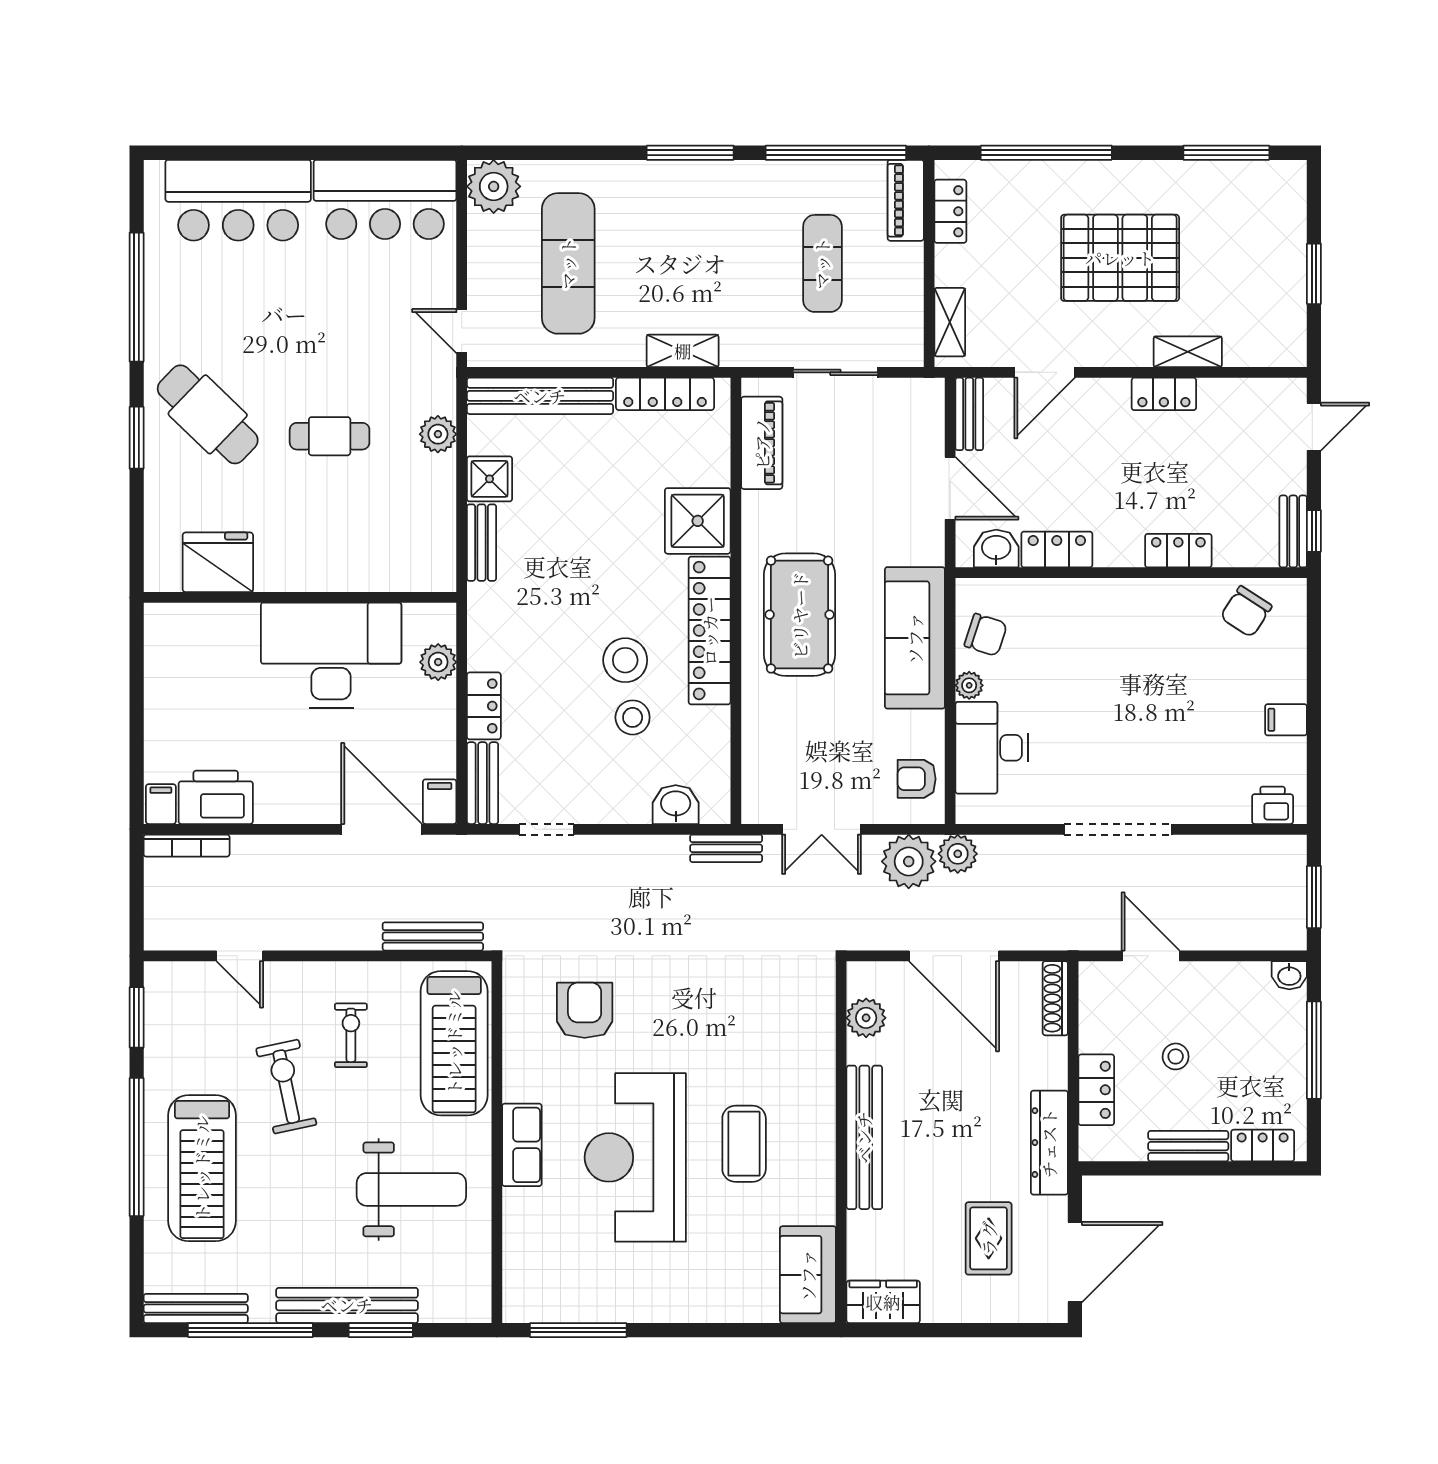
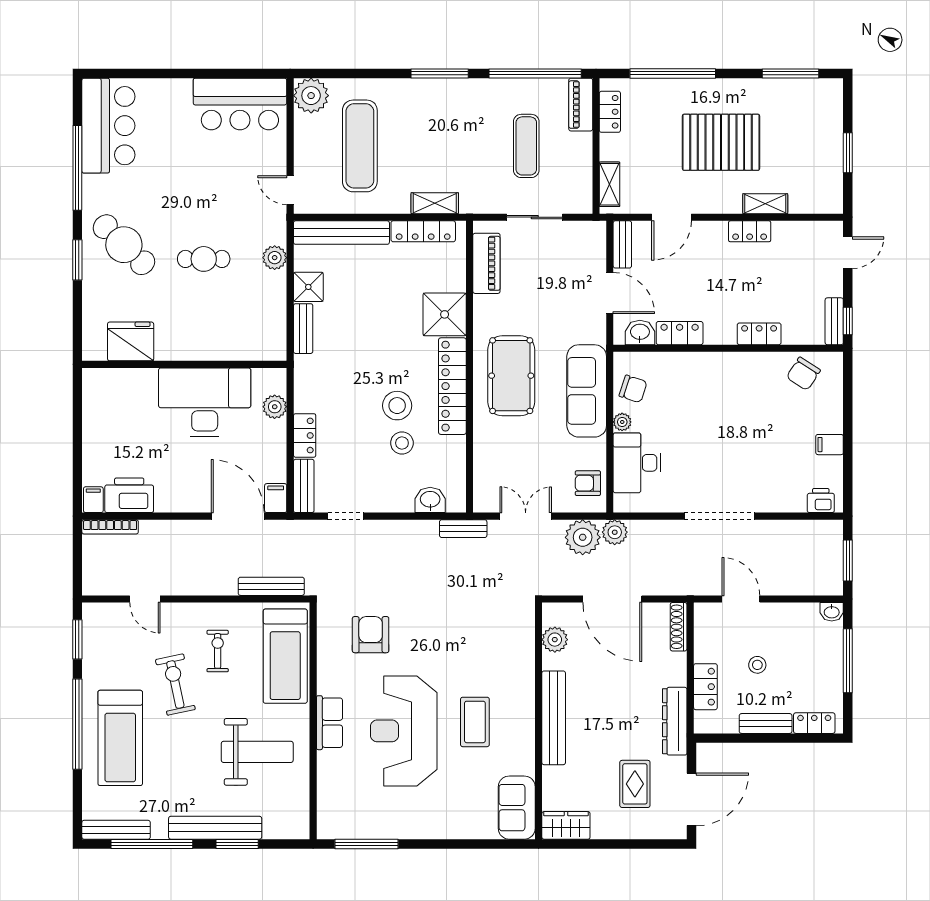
bar counter: (238, 200) -> (108, 126), moved, turned -90
double door: (822, 829) -> (526, 516), swing flipped

